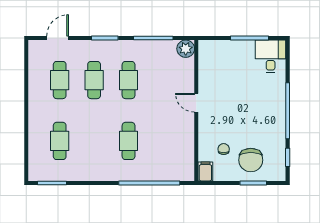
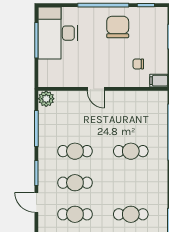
door: (58, 38) -> (36, 202), moved
desk: (271, 56) -> (58, 33), width x1.87, depth x1.30
door: (196, 103) -> (96, 89), hinge flipped
chair: (251, 160) -> (118, 27), moved, turned -90

